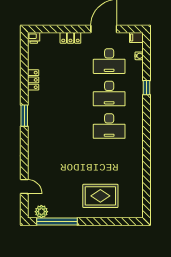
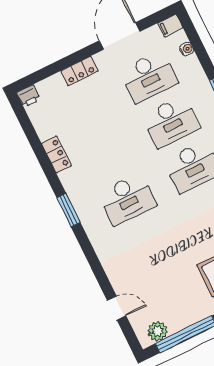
desk: (62, 126) -> (127, 199), added

